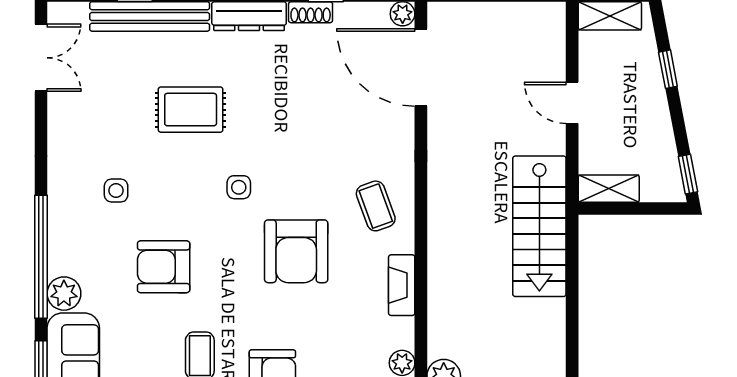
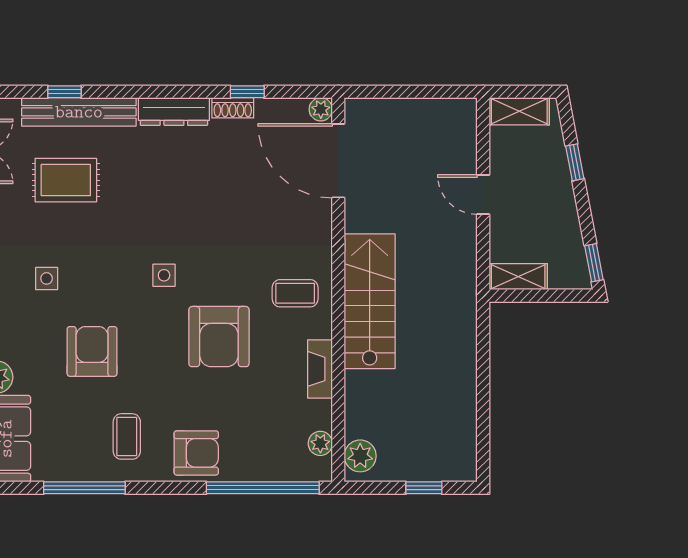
rug: (191, 110) -> (66, 180), moved
coffee table: (376, 206) -> (295, 293), turned -70
stairs: (539, 226) -> (370, 301), moved, turned 180
armchair: (164, 267) -> (92, 351), turned 90

